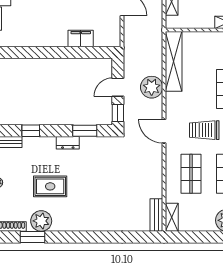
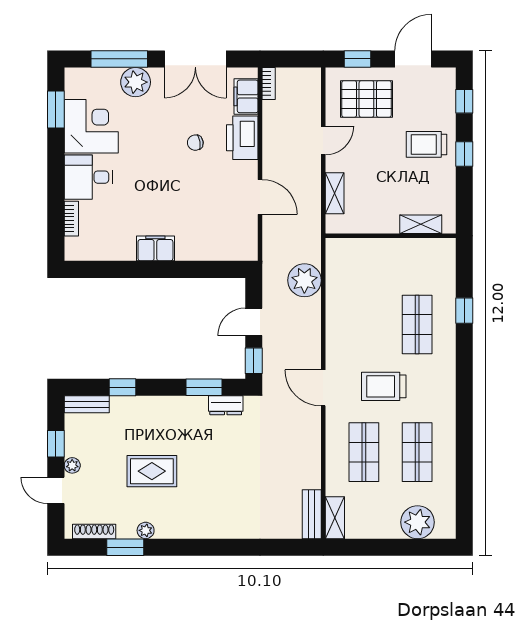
filing cabinet: (81, 38) -> (155, 248), moved
shelving: (174, 61) -> (338, 283), removed
plant: (152, 87) -> (304, 280), moved
dresser: (68, 143) -> (226, 405), moved
plant: (41, 221) -> (146, 530), width x0.53, depth x0.53

